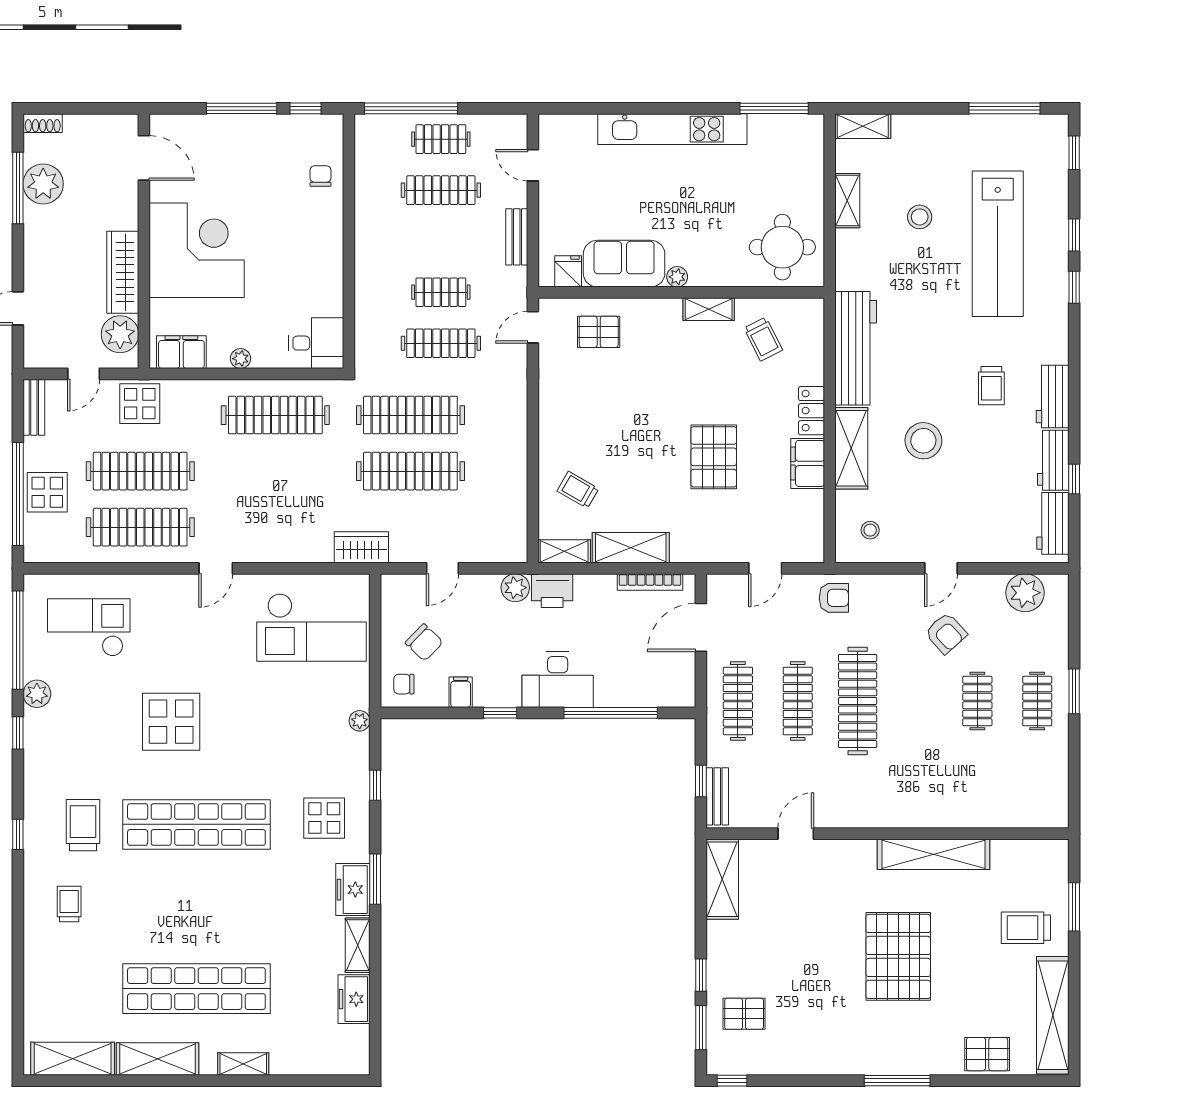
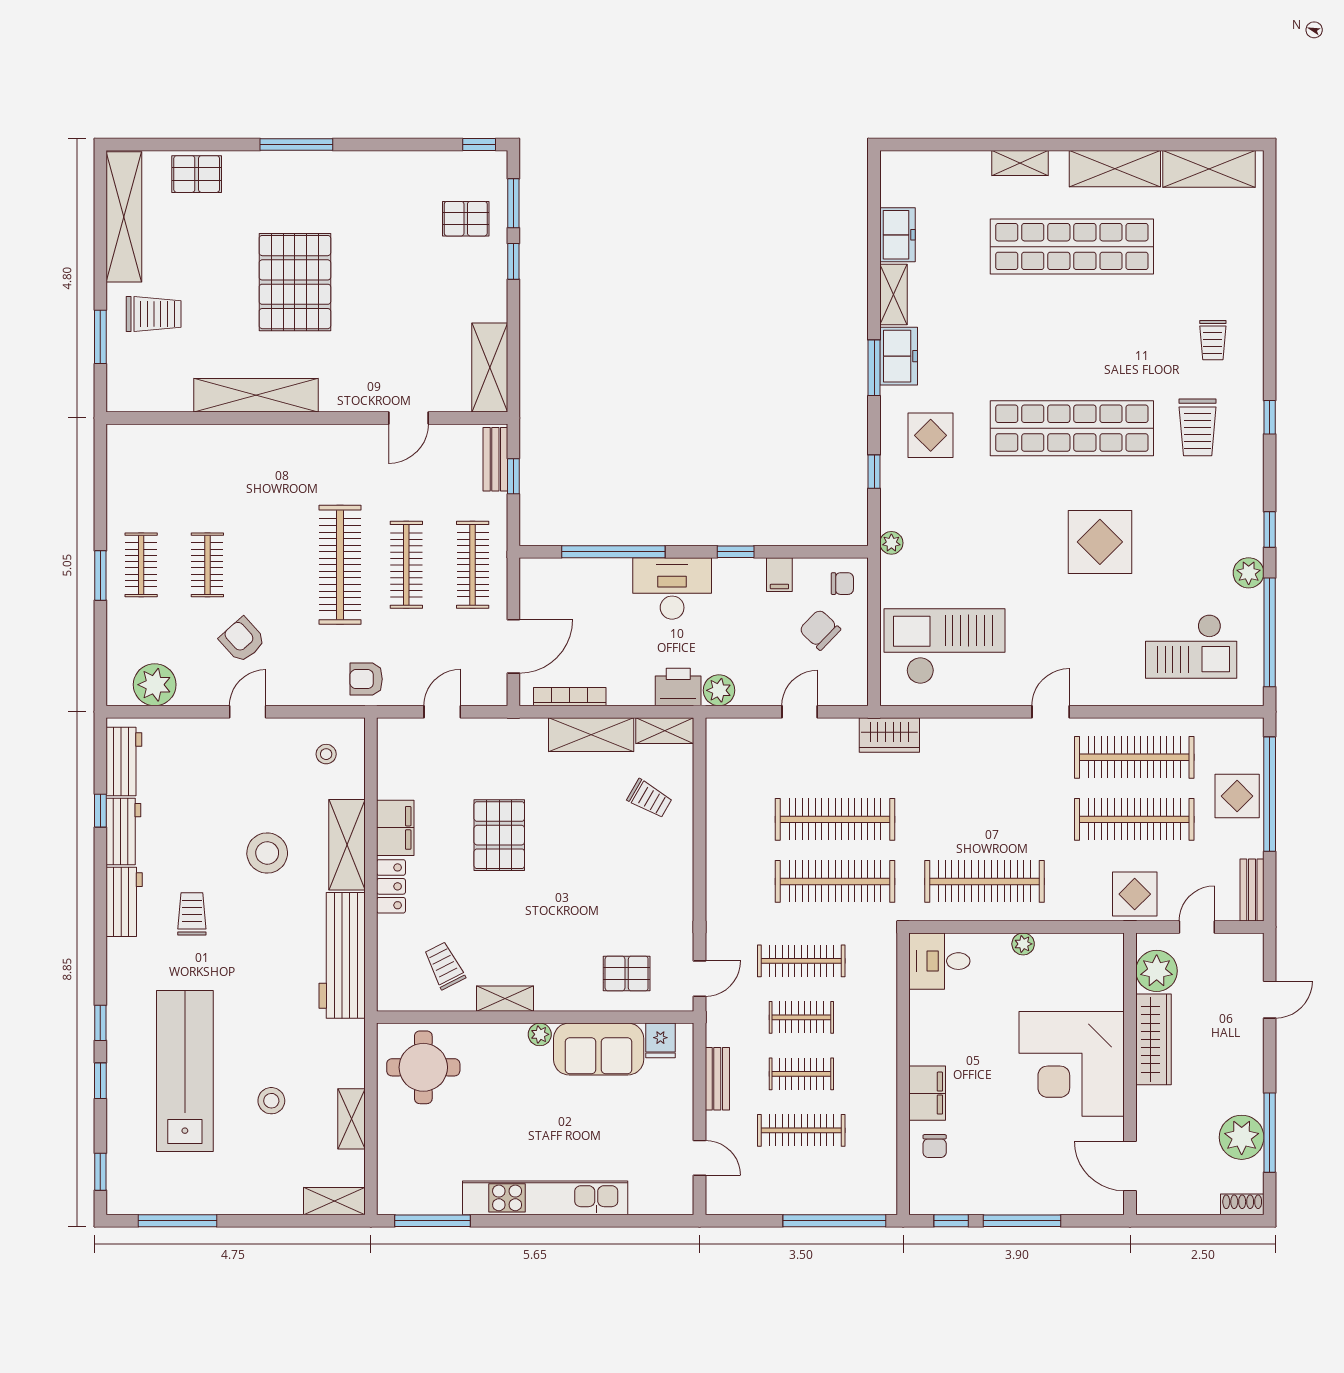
clothes rail: (441, 139) -> (801, 1074), moved
filing cabinet: (181, 352) -> (927, 1093), moved, turned -90

